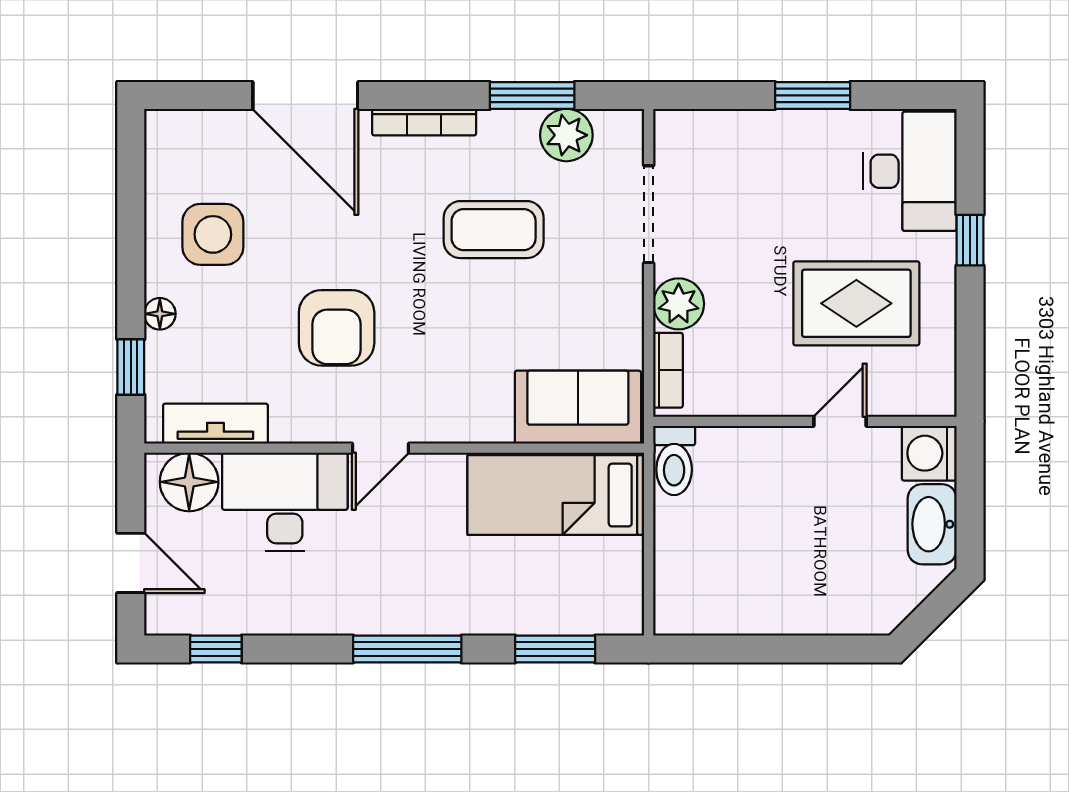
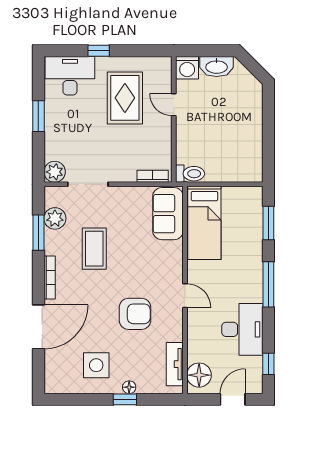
plant: (679, 304) -> (55, 172), moved
window: (131, 367) -> (125, 399), moved
desk: (285, 502) -> (242, 329), moved, turned 180

